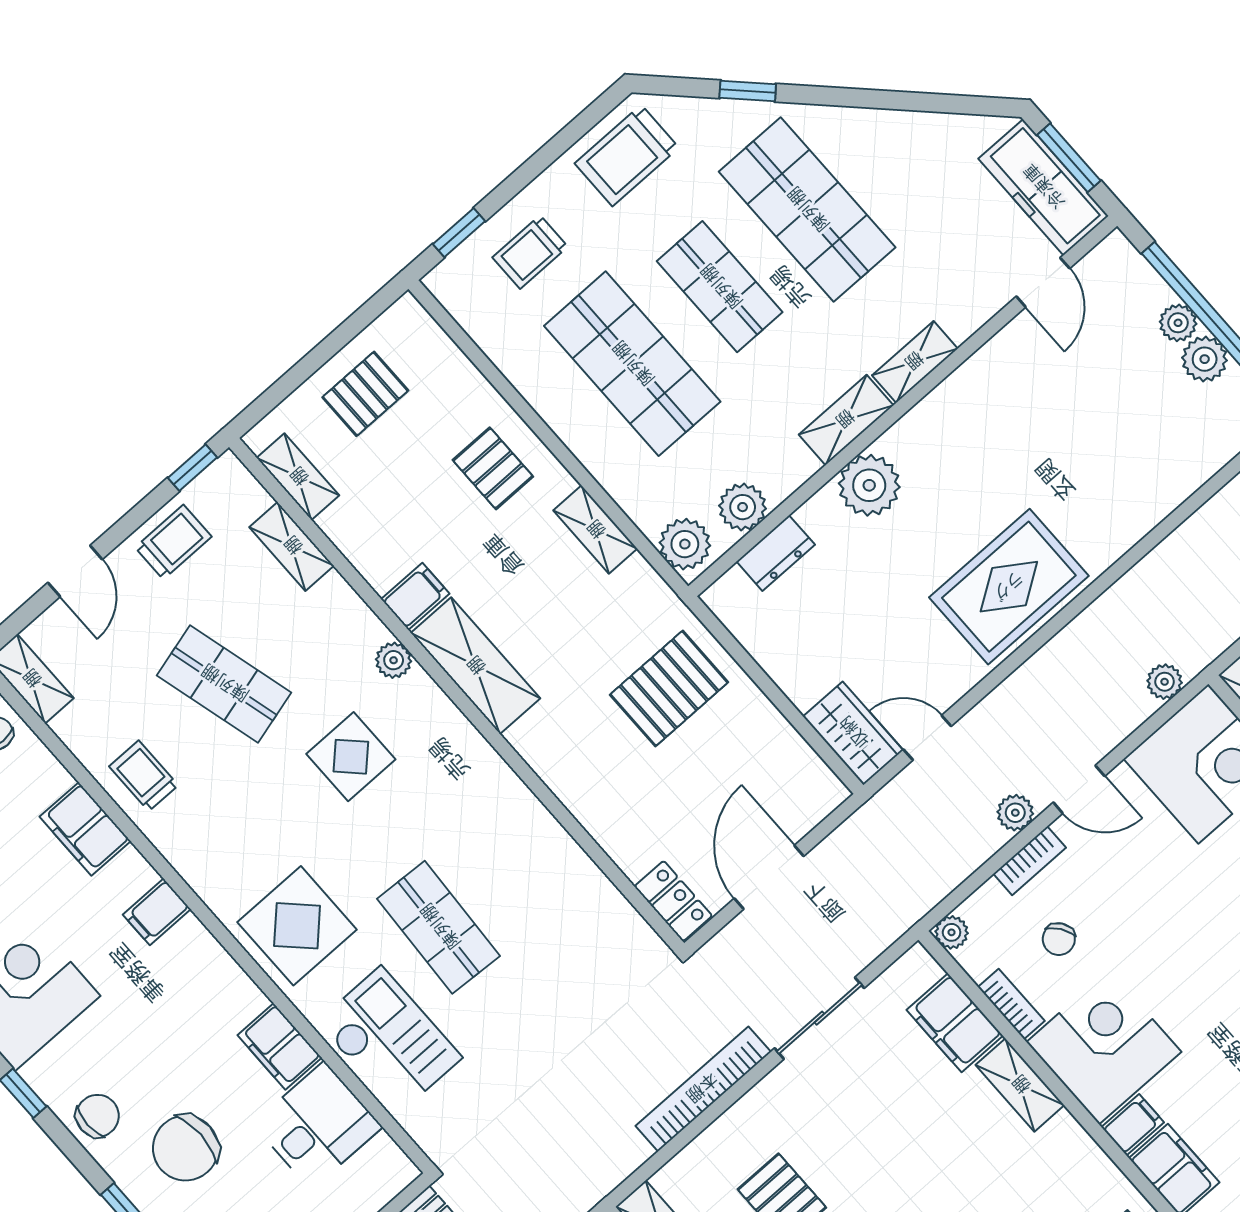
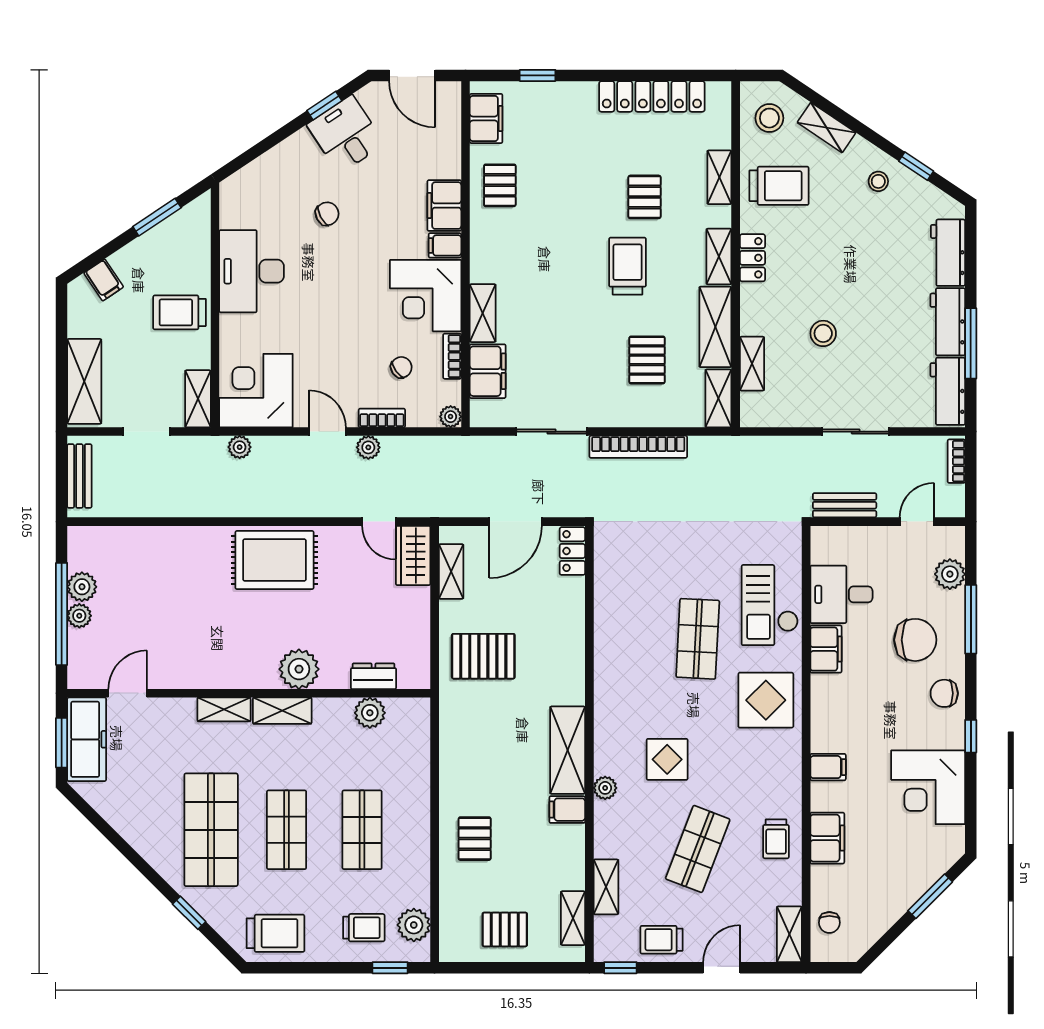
shop shelf: (632, 364) -> (362, 830), width x0.70, depth x0.74
shelving: (595, 530) -> (451, 571), moved
plant: (685, 544) -> (414, 925), moved
shop shelf: (224, 684) -> (698, 849), turned 36

